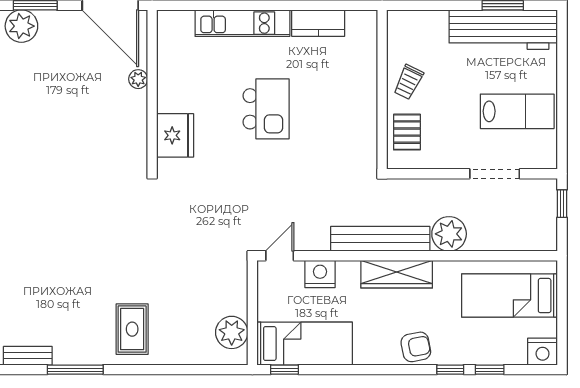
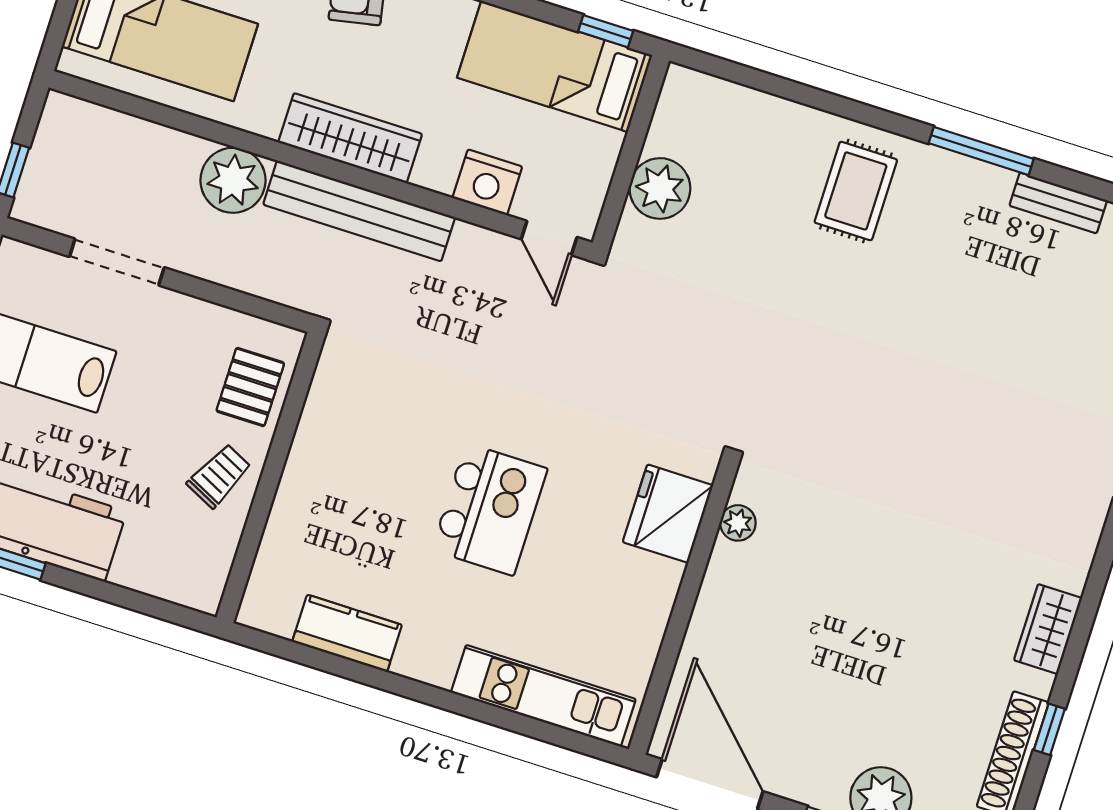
kitchen unit: (242, 23) -> (543, 696), moved
plant: (138, 79) -> (738, 523), moved
kitchen island: (266, 109) -> (490, 509), turned 180
door: (280, 256) -> (549, 238), hinge flipped
plant: (232, 332) -> (660, 188), moved

